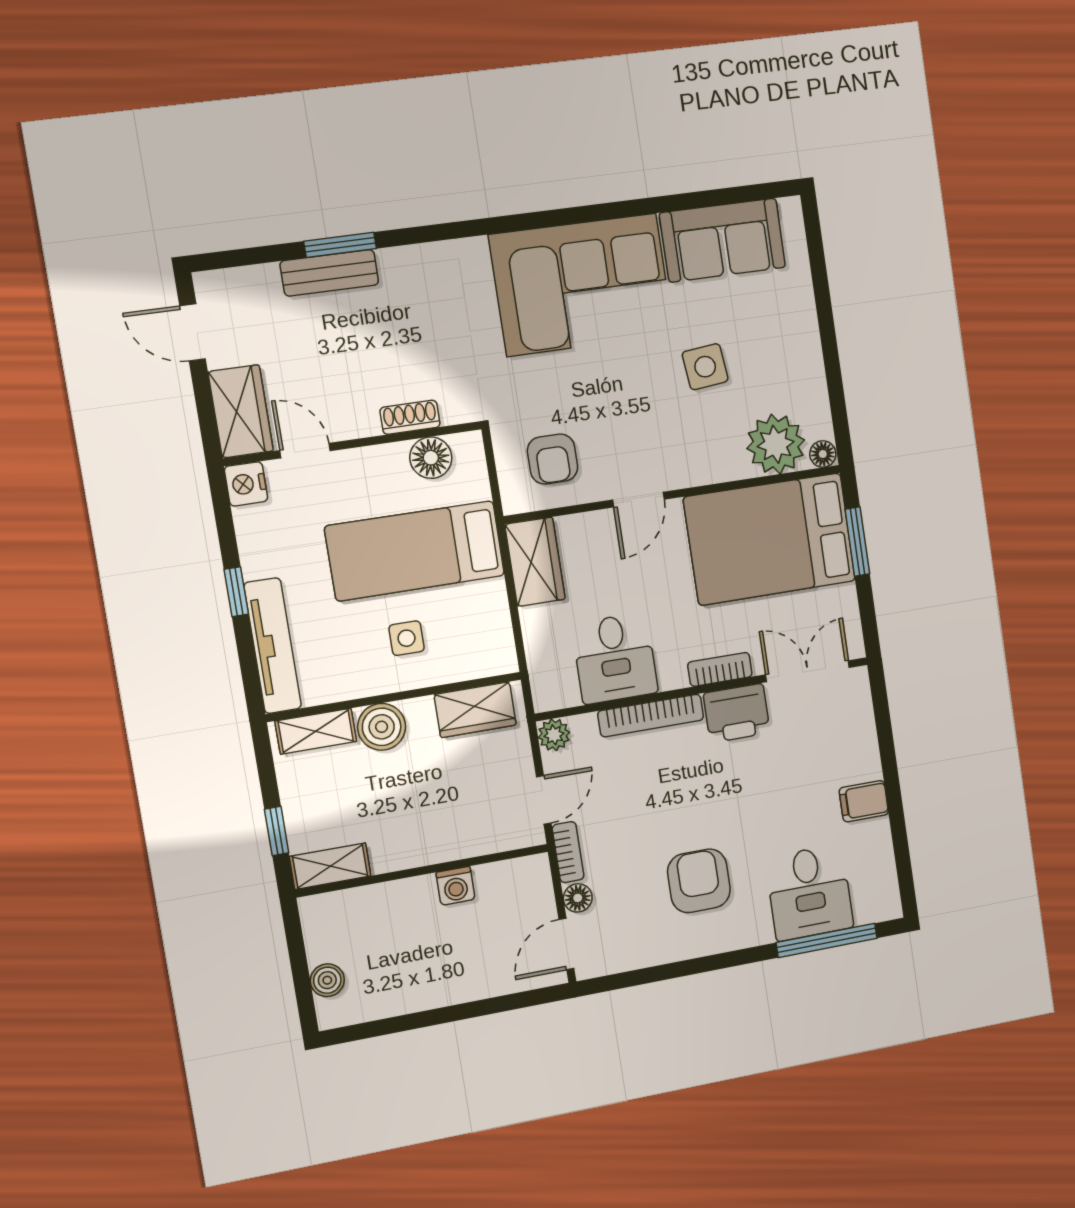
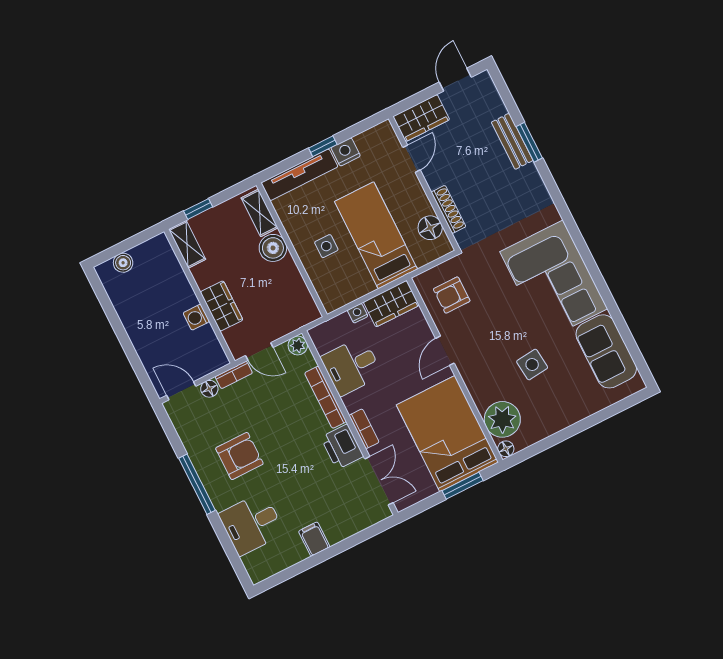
shoe rack: (410, 417) -> (448, 209), width x1.43
nightstand: (246, 484) -> (346, 152), moved
door: (638, 500) -> (445, 351), hinge flipped
nightstand: (533, 622) -> (358, 313), added
wardrobe: (475, 710) -> (222, 306), moved, turned 180
window: (827, 940) -> (197, 484), moved

